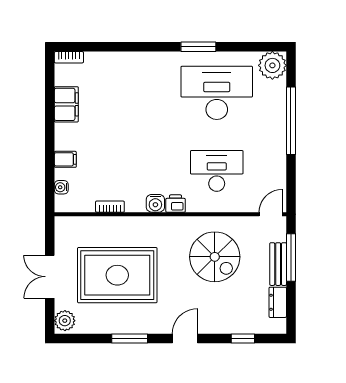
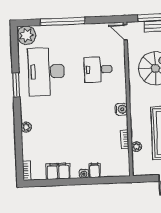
plant: (134, 59) -> (26, 127), added
desk: (217, 171) -> (98, 69), width x0.73
water cooler: (61, 187) -> (84, 174), moved
printer: (176, 204) -> (121, 96), removed
plant: (98, 224) -> (136, 147), added

